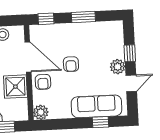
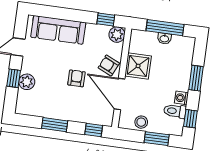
plant: (118, 67) -> (27, 82), moved
armchair: (43, 82) -> (109, 65), turned -65
window: (100, 122) -> (106, 19), moved

